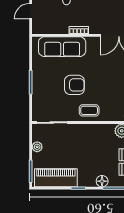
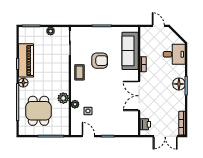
armchair: (74, 85) -> (100, 61), turned -90
piano: (56, 178) -> (26, 60), moved

